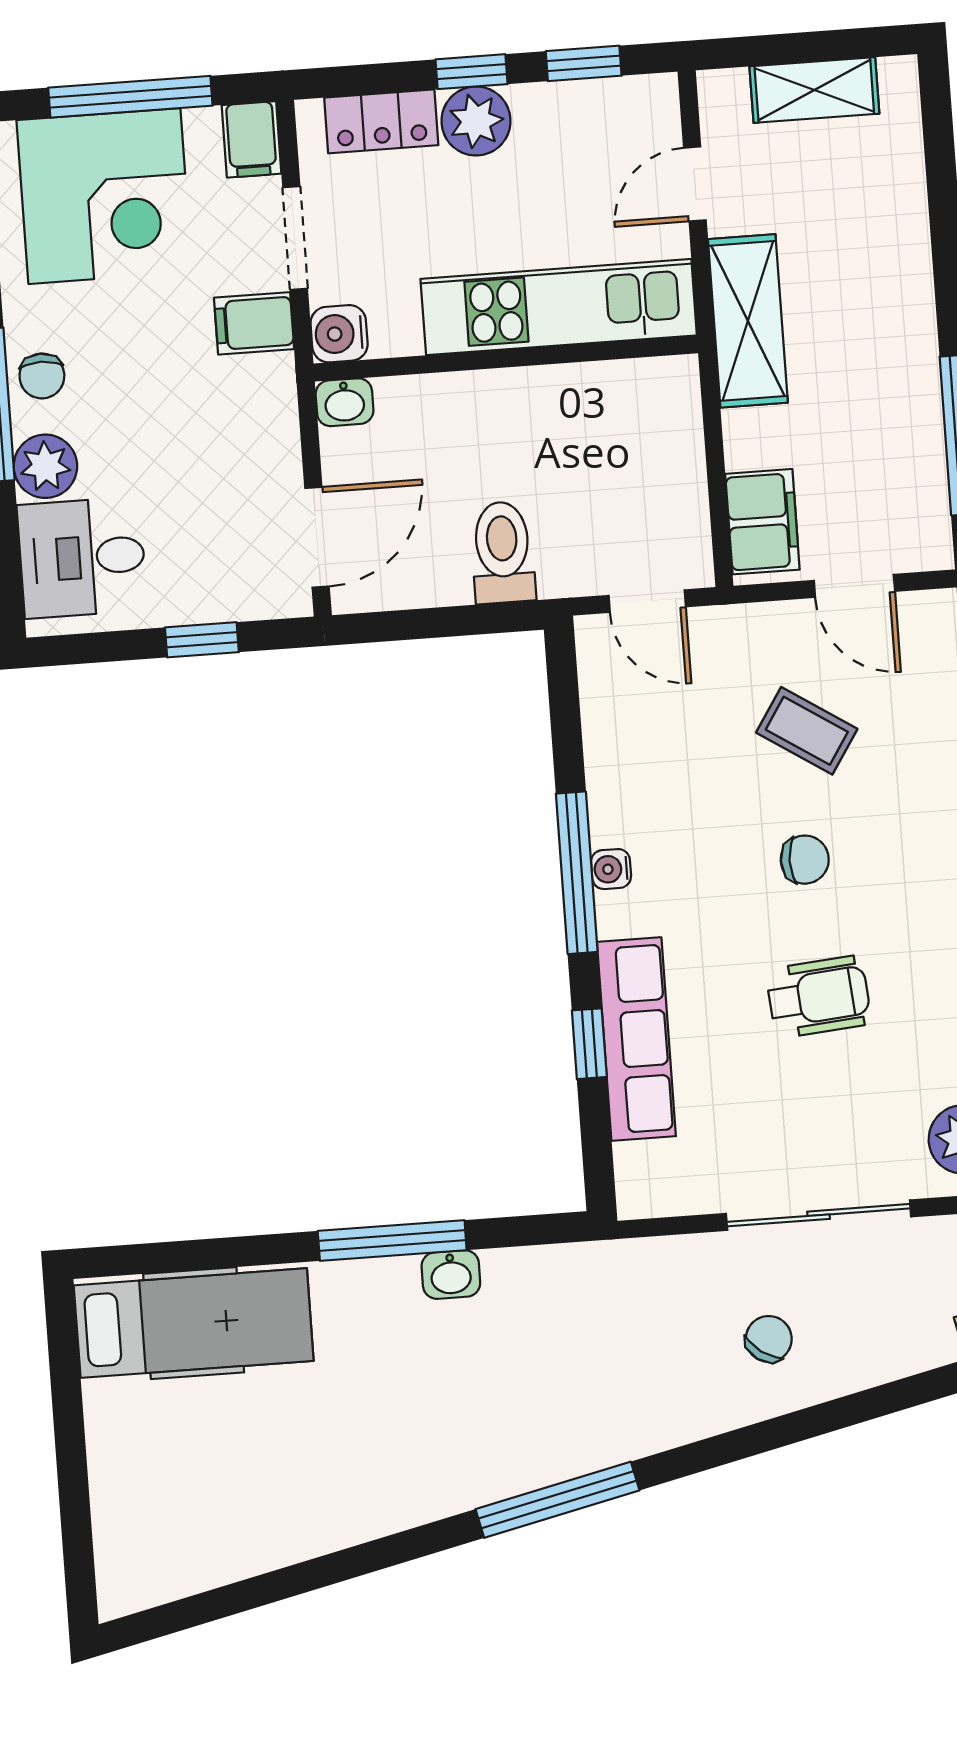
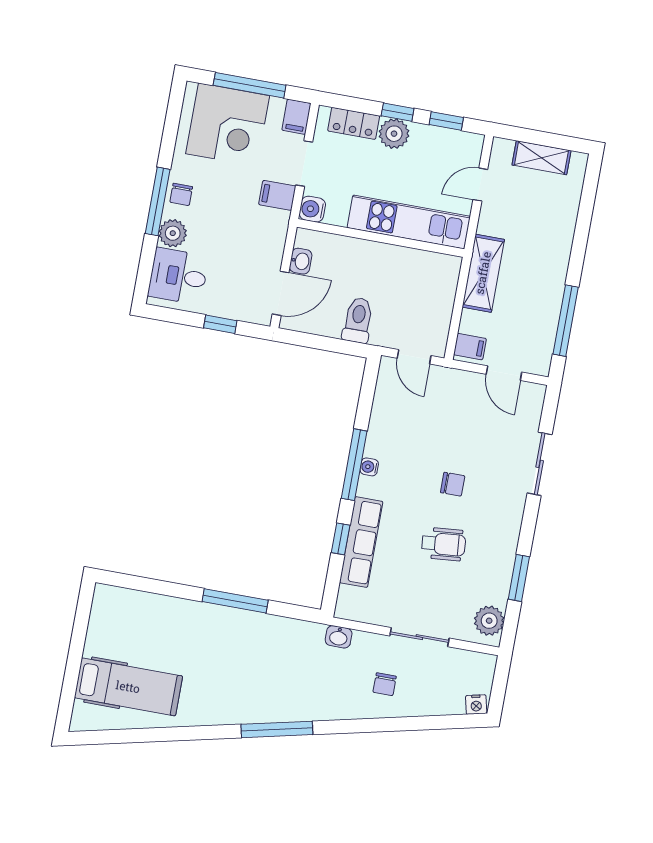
shelving: (748, 321) -> (483, 273), moved
washbasin: (345, 402) -> (301, 261), moved, turned -90
filing cabinet: (762, 522) -> (470, 347), width x0.50
coffee table: (807, 731) -> (468, 430), removed
sliding door: (819, 1215) -> (419, 637), width x0.73
washbasin: (451, 1275) -> (339, 637), moved
hospital bed: (194, 1323) -> (128, 687), moved
chair: (769, 1339) -> (385, 684), turned 145

